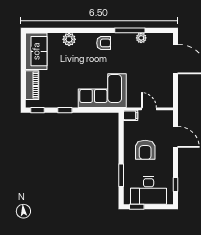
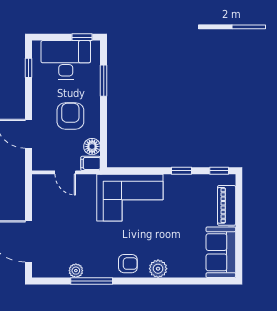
plant: (69, 39) -> (158, 269), moved
armchair: (104, 43) -> (128, 264), turned 180
floor lamp: (130, 128) -> (92, 147), added

